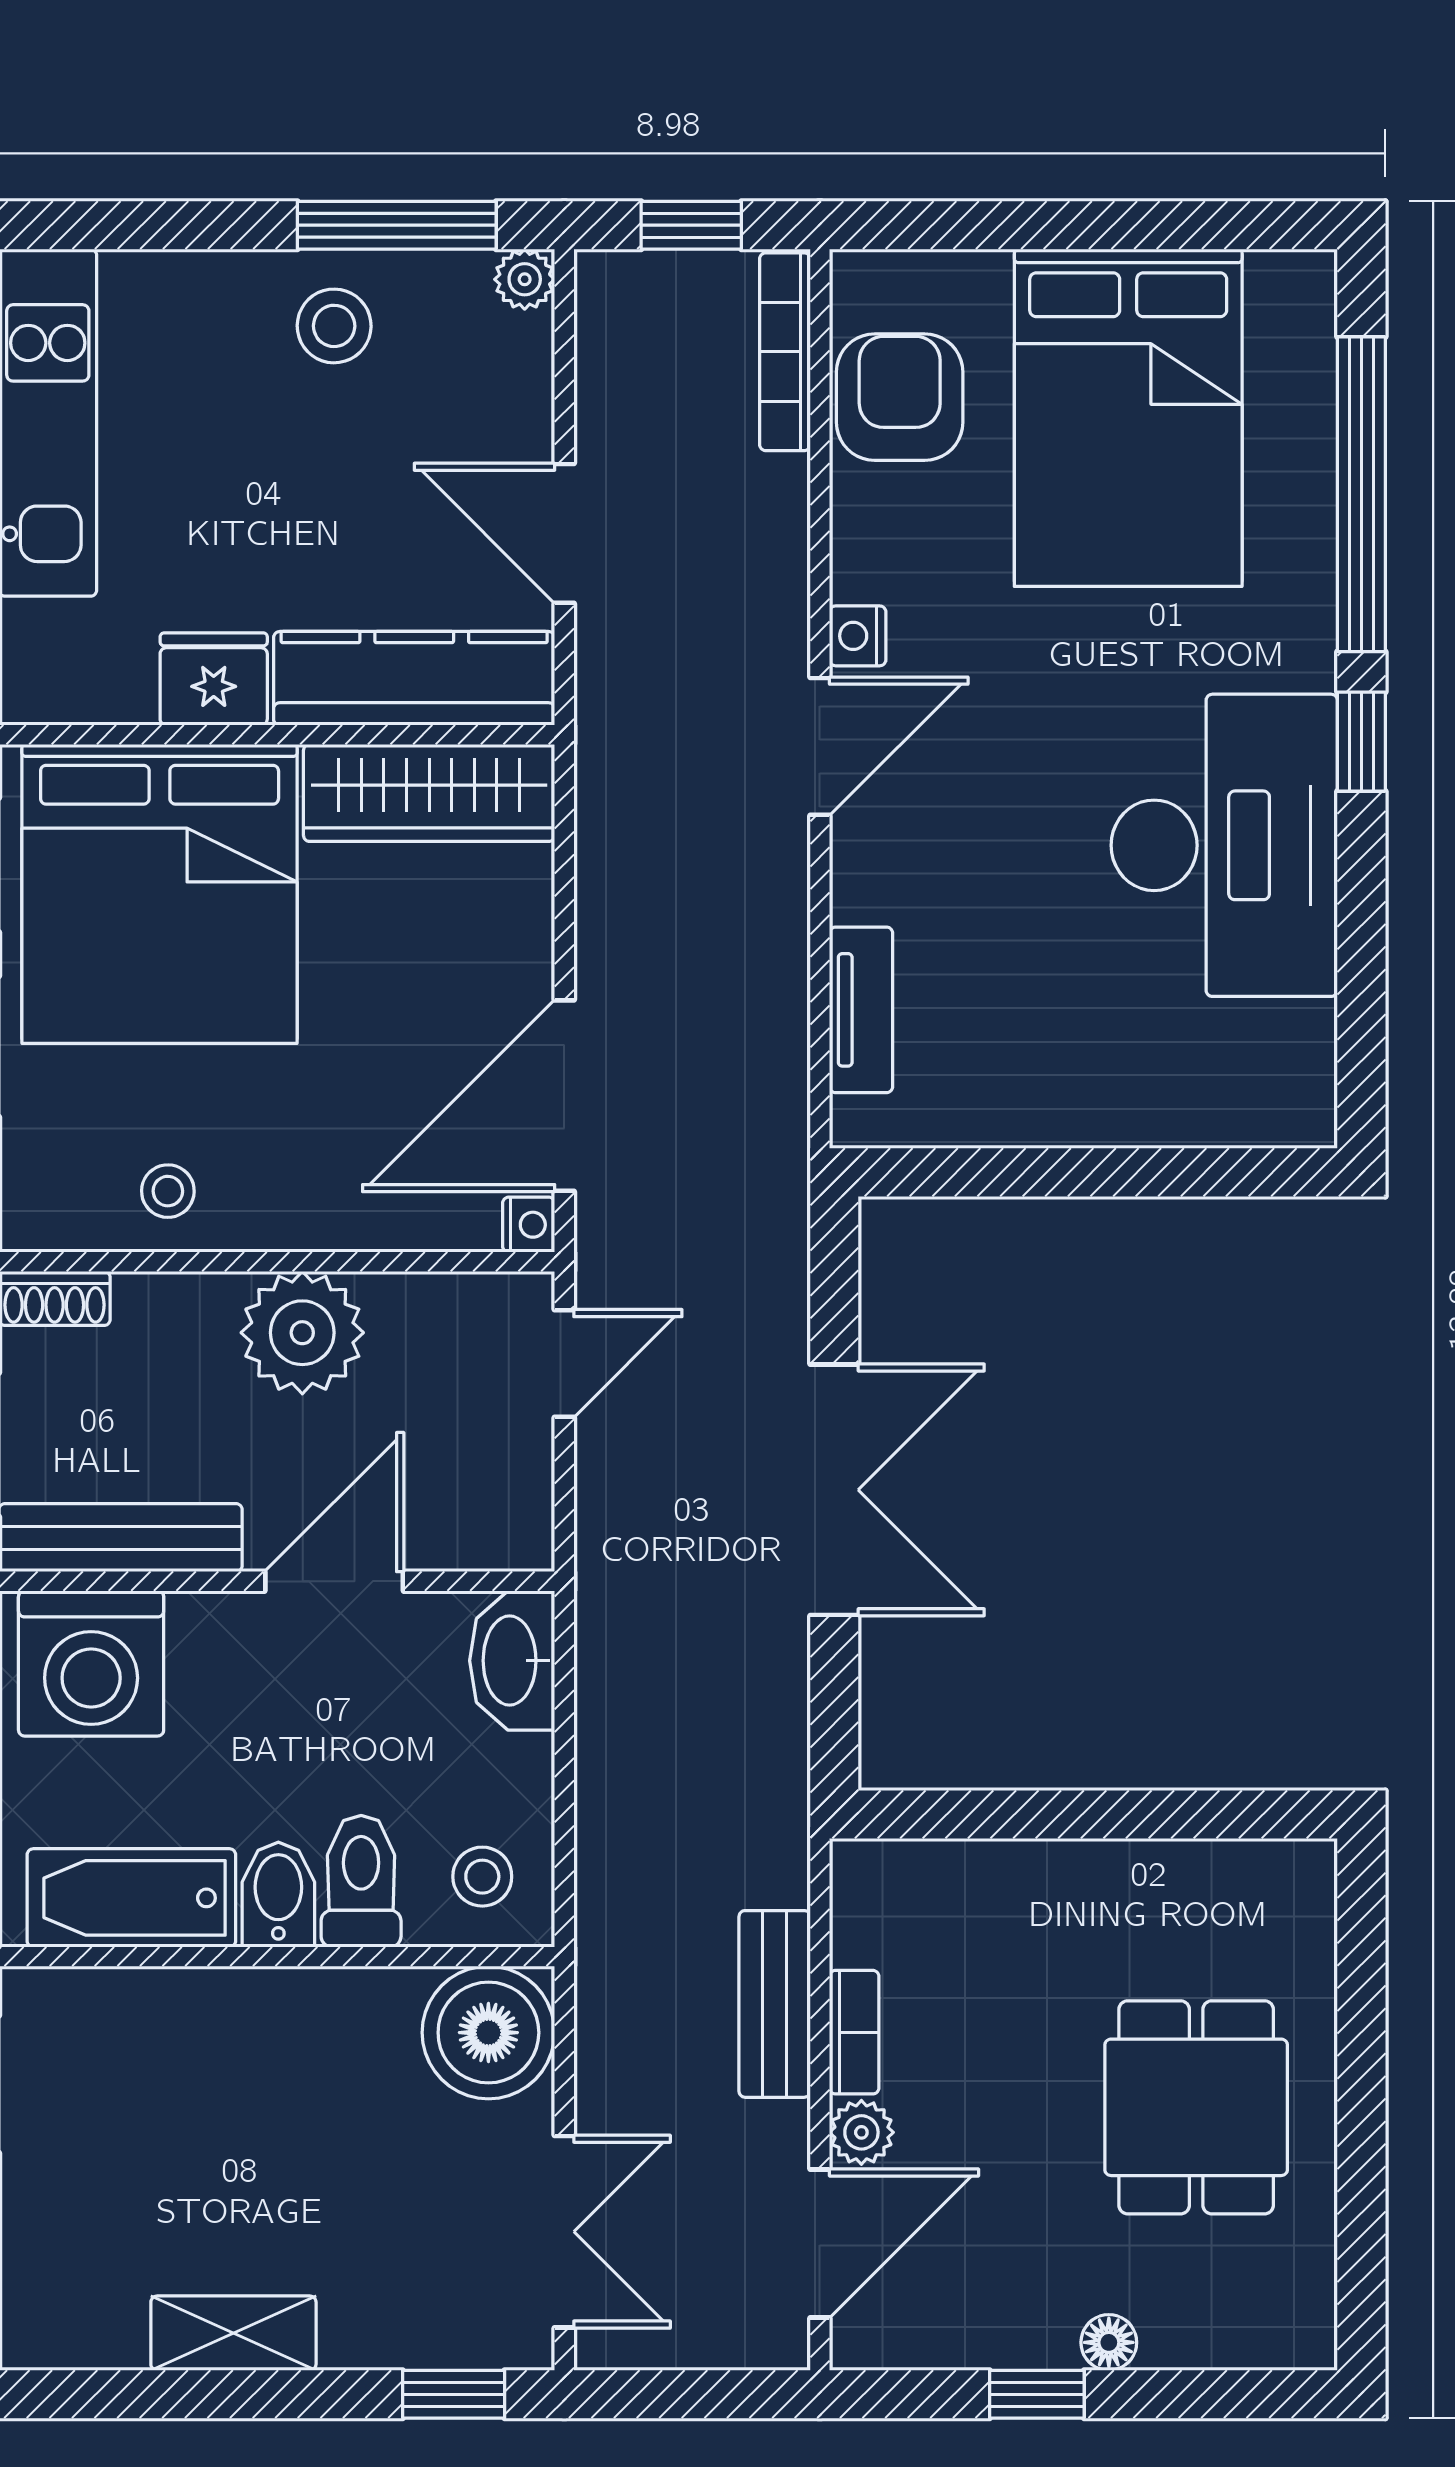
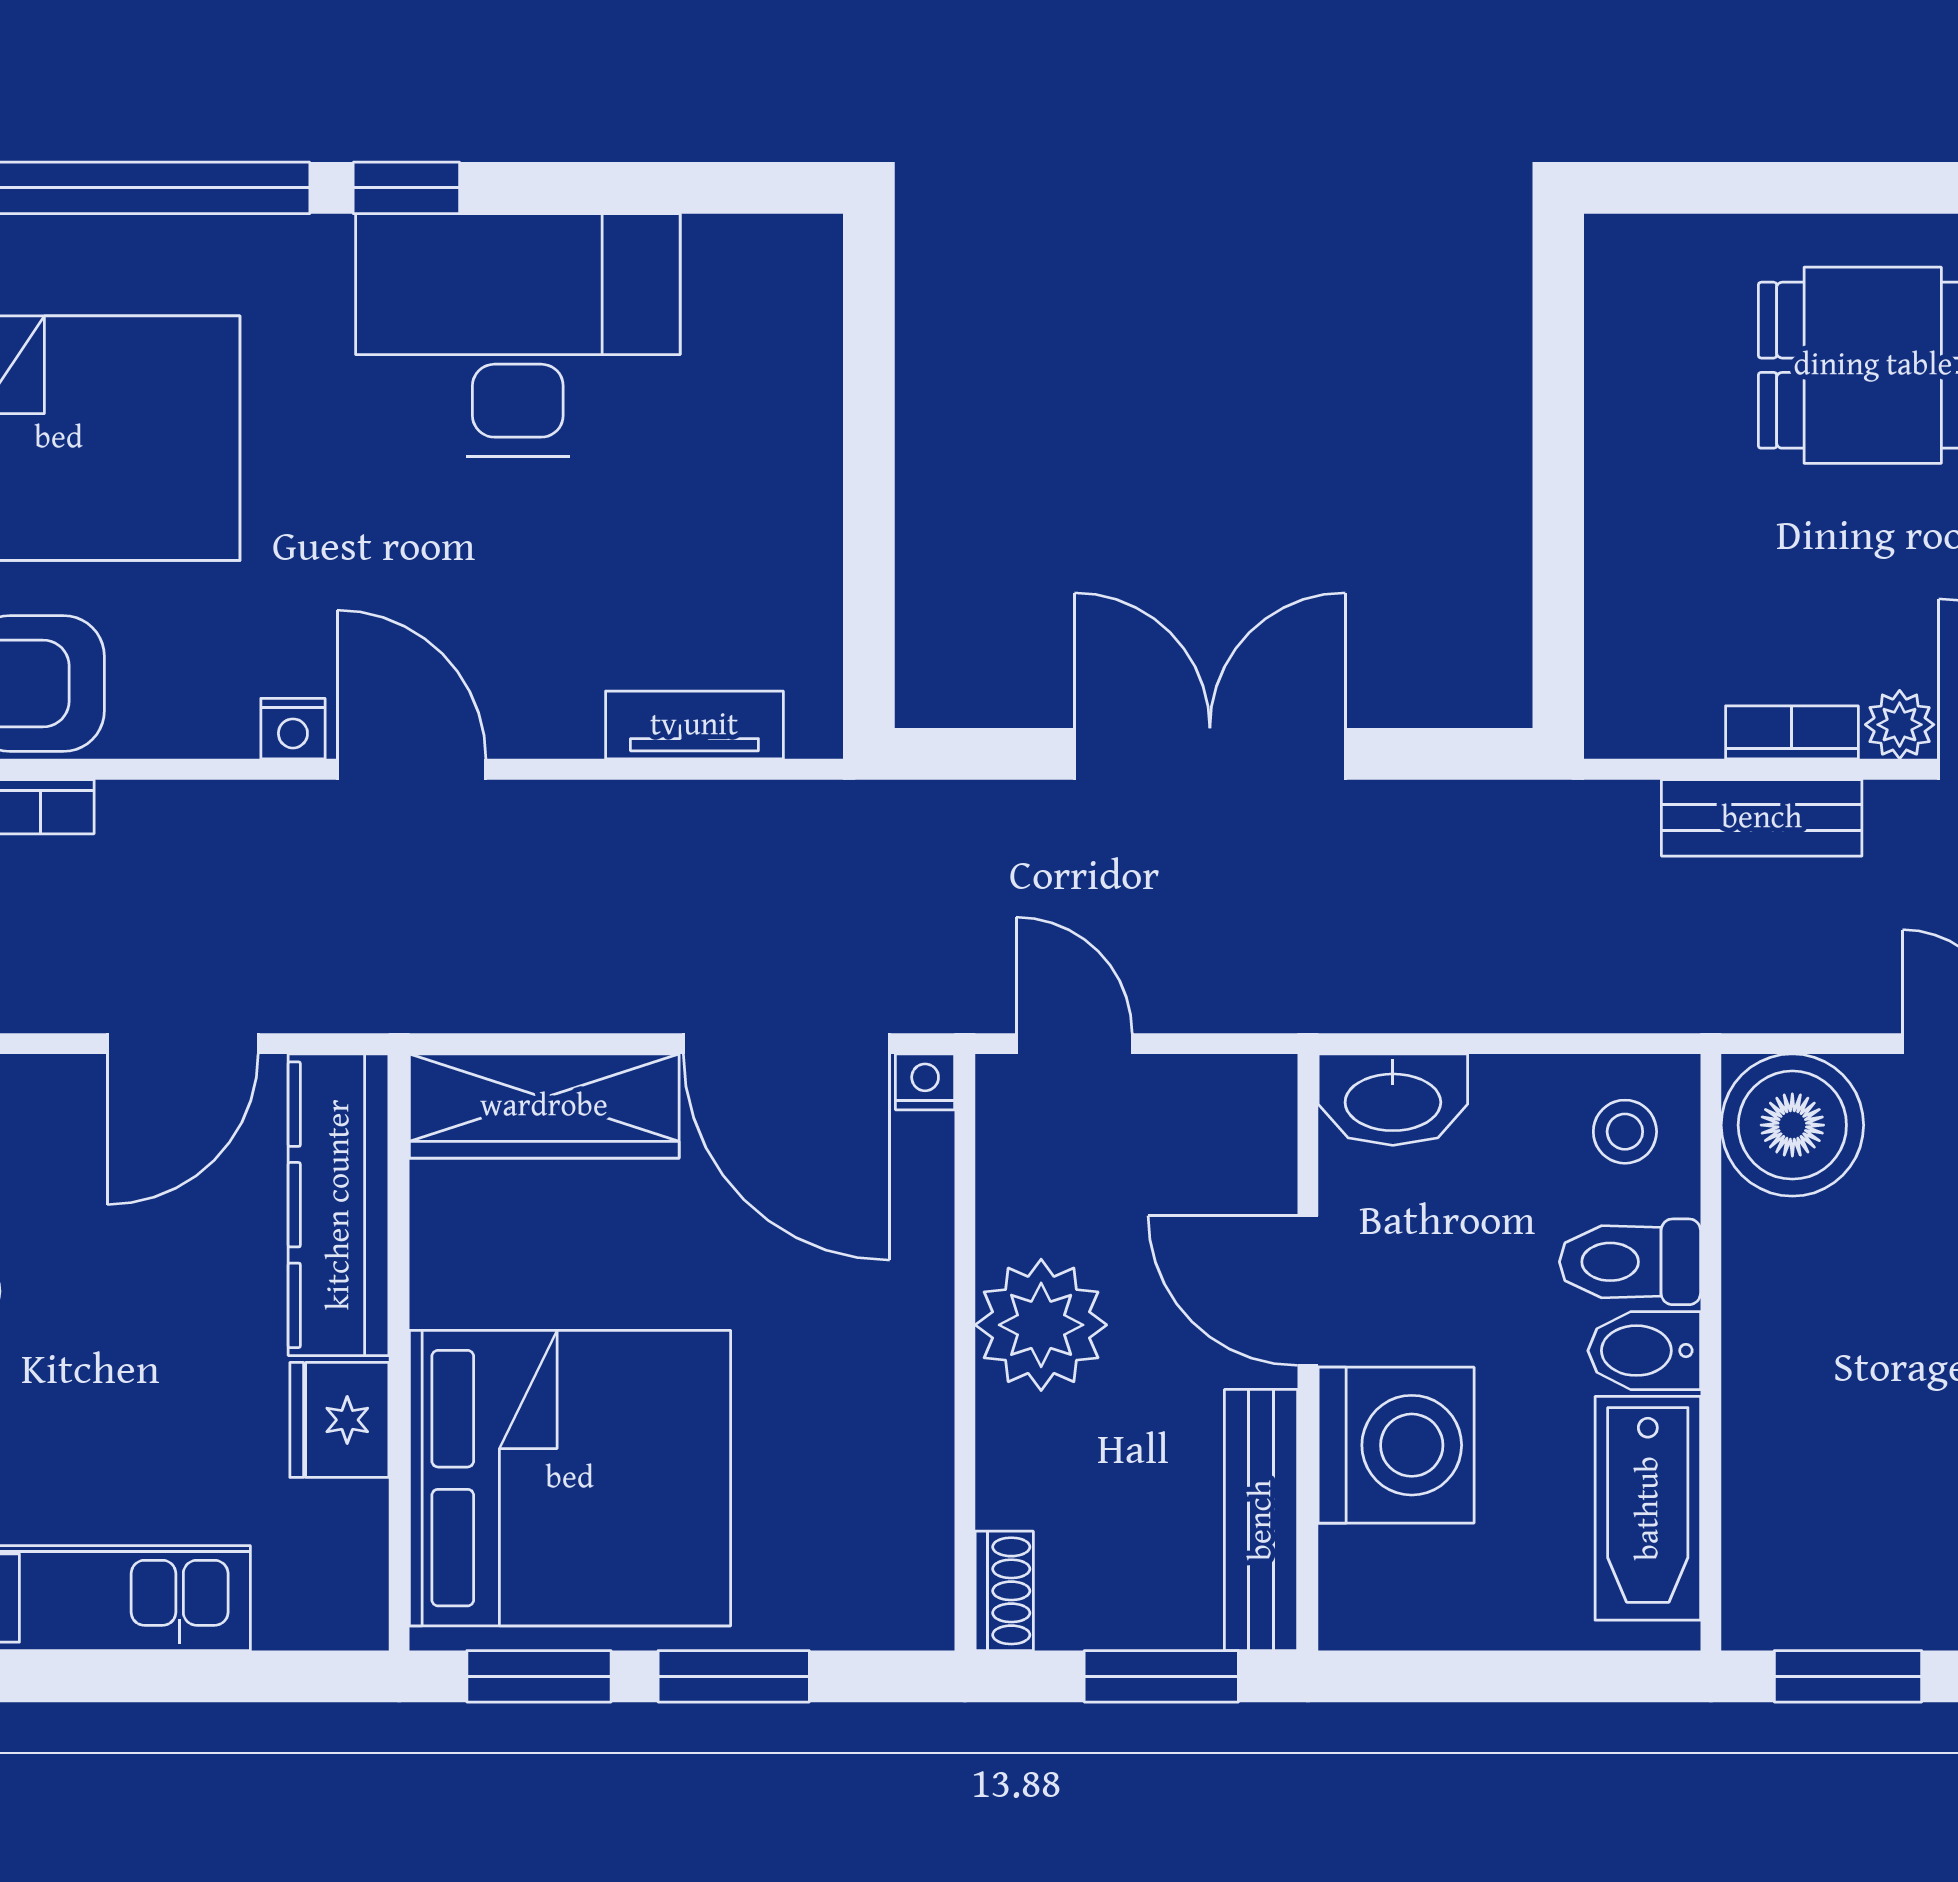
wardrobe: (429, 793) -> (544, 1106), moved, turned 90
stool: (168, 1191) -> (889, 1469), removed
washing machine: (91, 1663) -> (1396, 1445), moved

